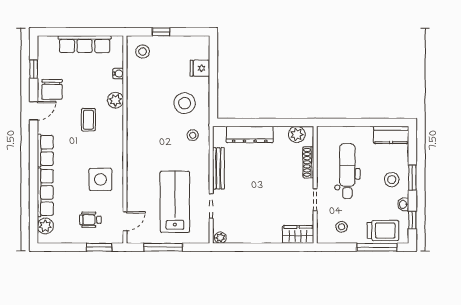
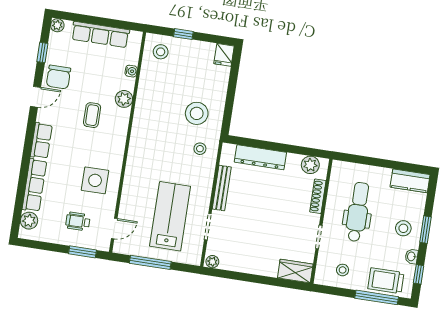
plant: (44, 42) -> (57, 25), added
fridge: (200, 68) -> (224, 55), moved, turned -90
trolley: (383, 230) -> (386, 281), turned 180

